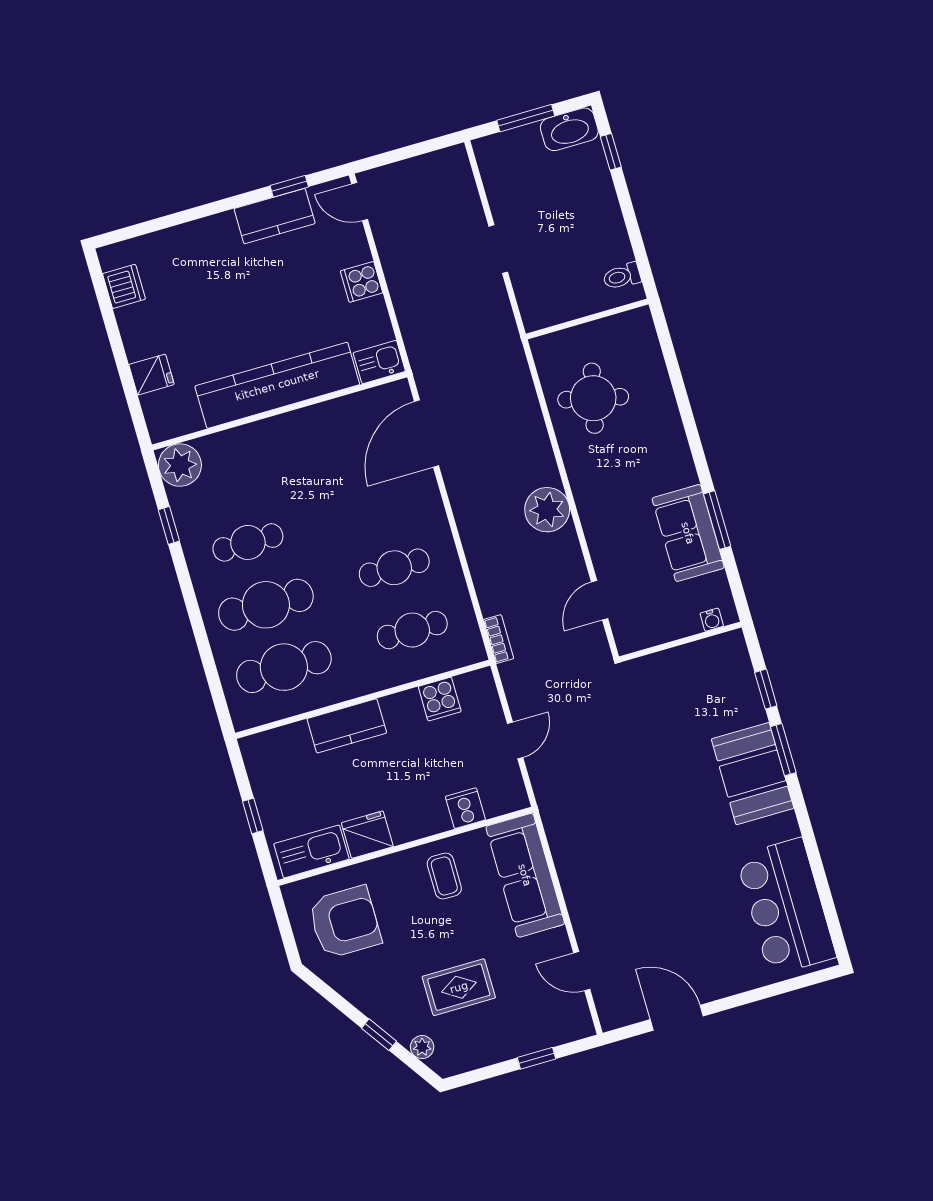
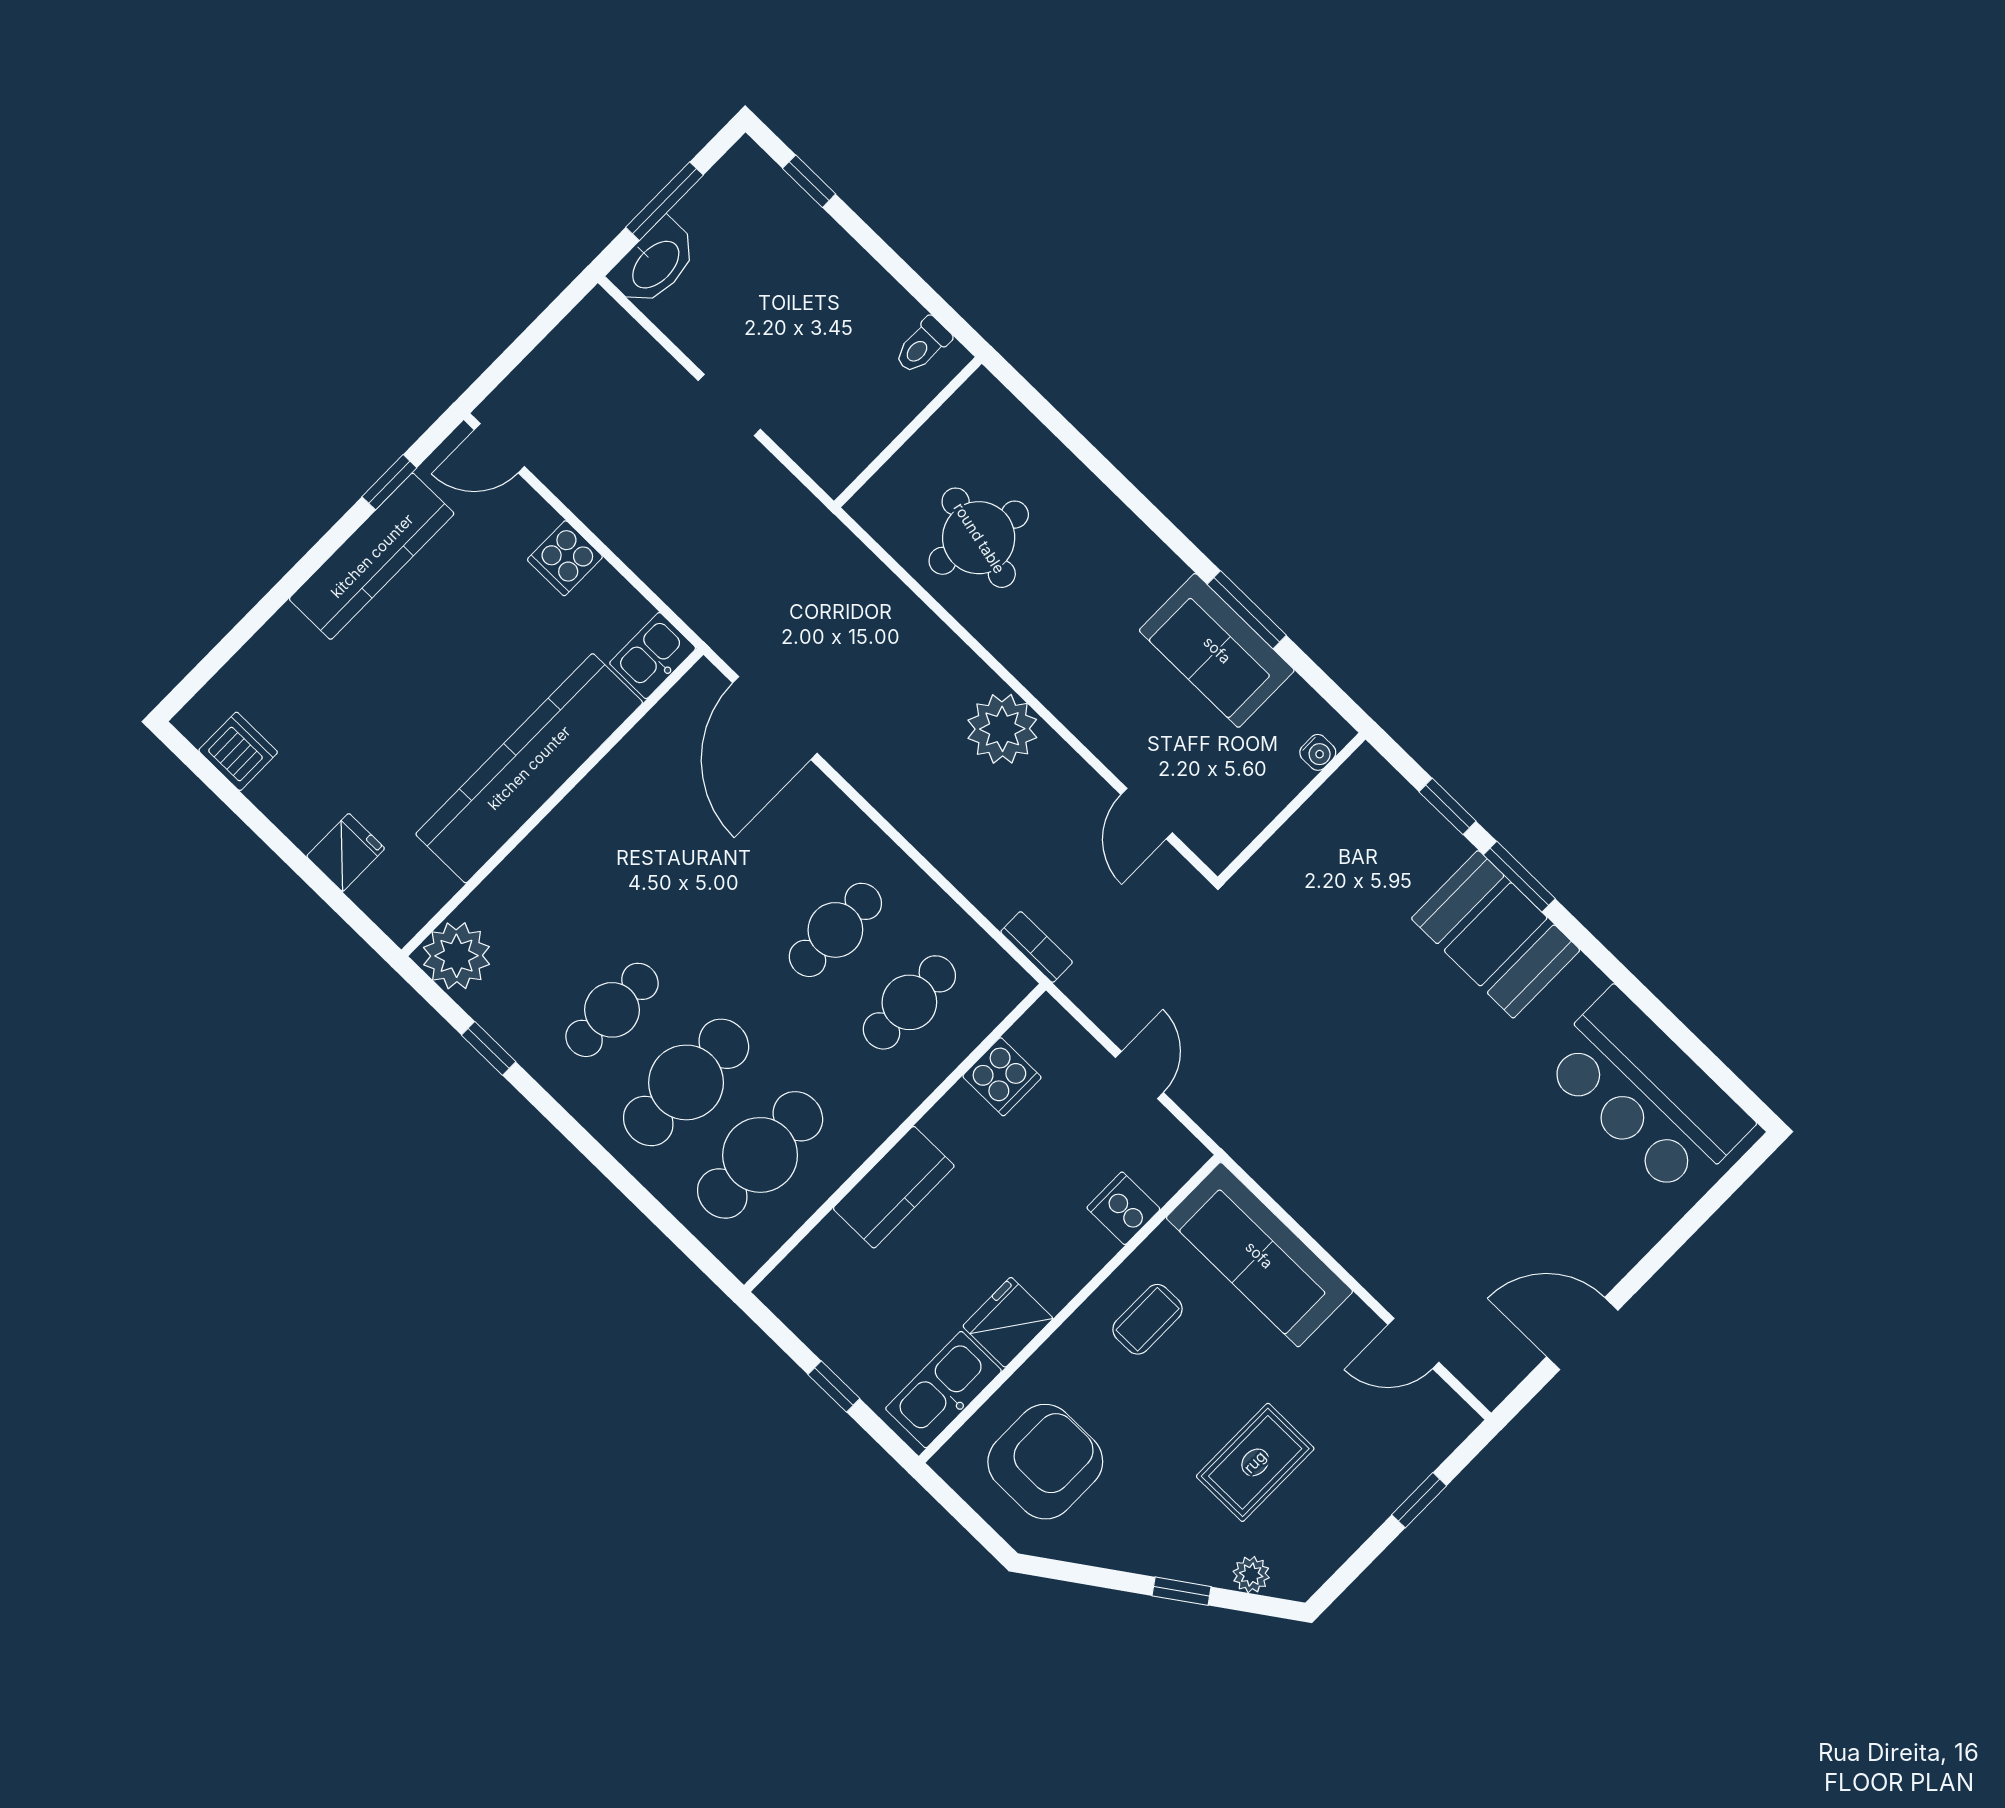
washbasin: (569, 129) -> (655, 263), moved
kitchen counter: (275, 216) -> (372, 556), width x1.50
coffee table: (444, 876) -> (1147, 1319), turned 90

